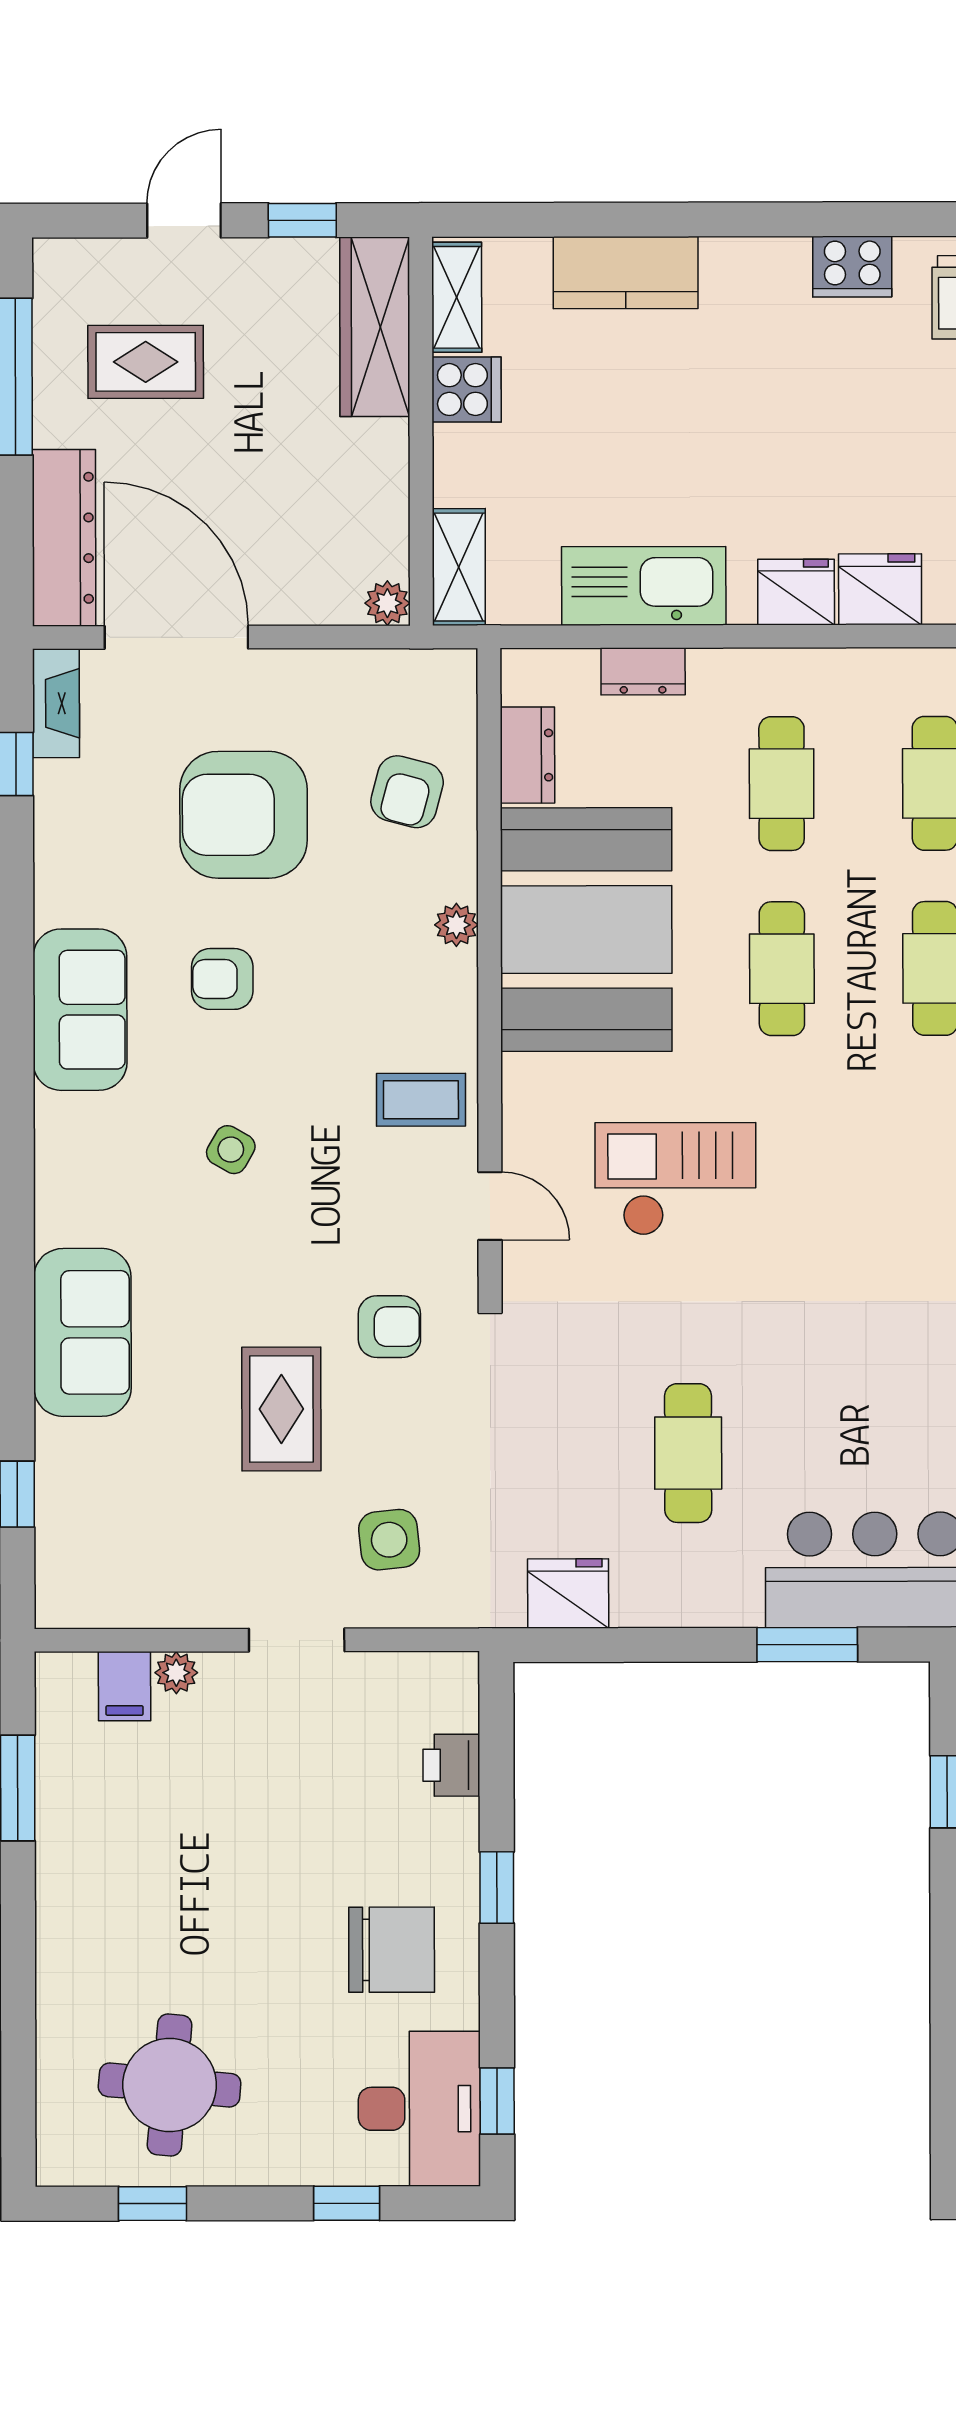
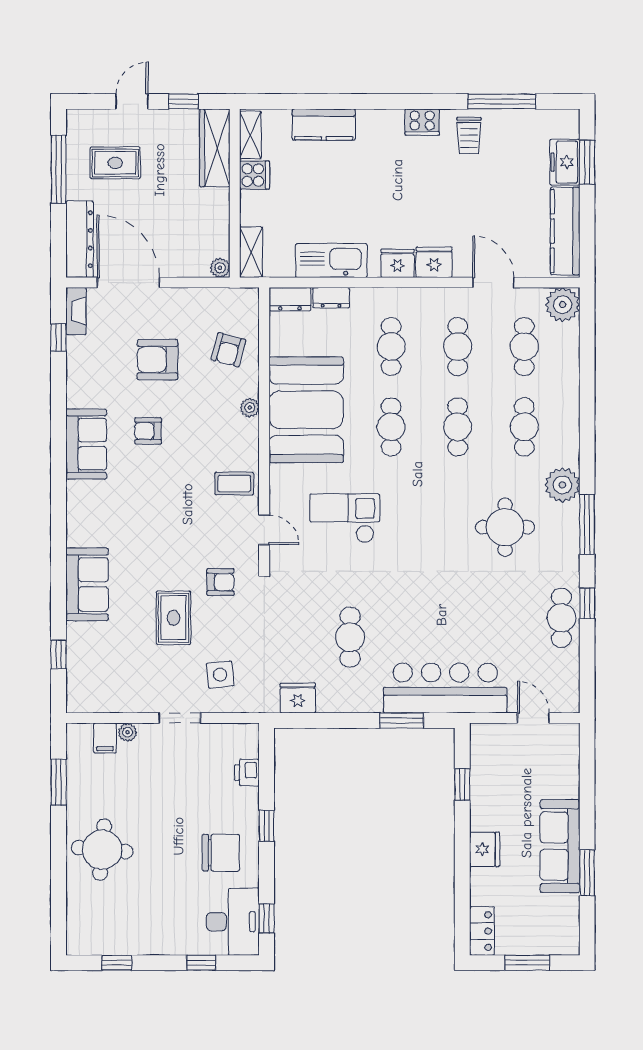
dresser: (527, 755) -> (290, 299), moved, turned 90
armchair: (244, 815) -> (157, 360), width x0.73, depth x0.73
side table: (231, 1150) -> (152, 505), removed
round table: (170, 2085) -> (102, 850), moved

